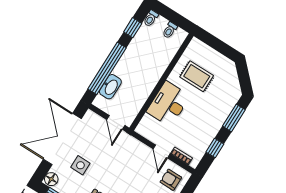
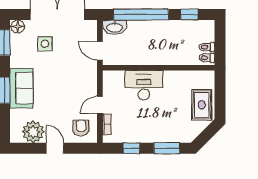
toilet: (151, 18) -> (207, 58), moved
rug: (197, 76) -> (202, 105), moved
washbasin: (110, 87) -> (115, 27), moved
door: (116, 122) -> (100, 51), hinge flipped

